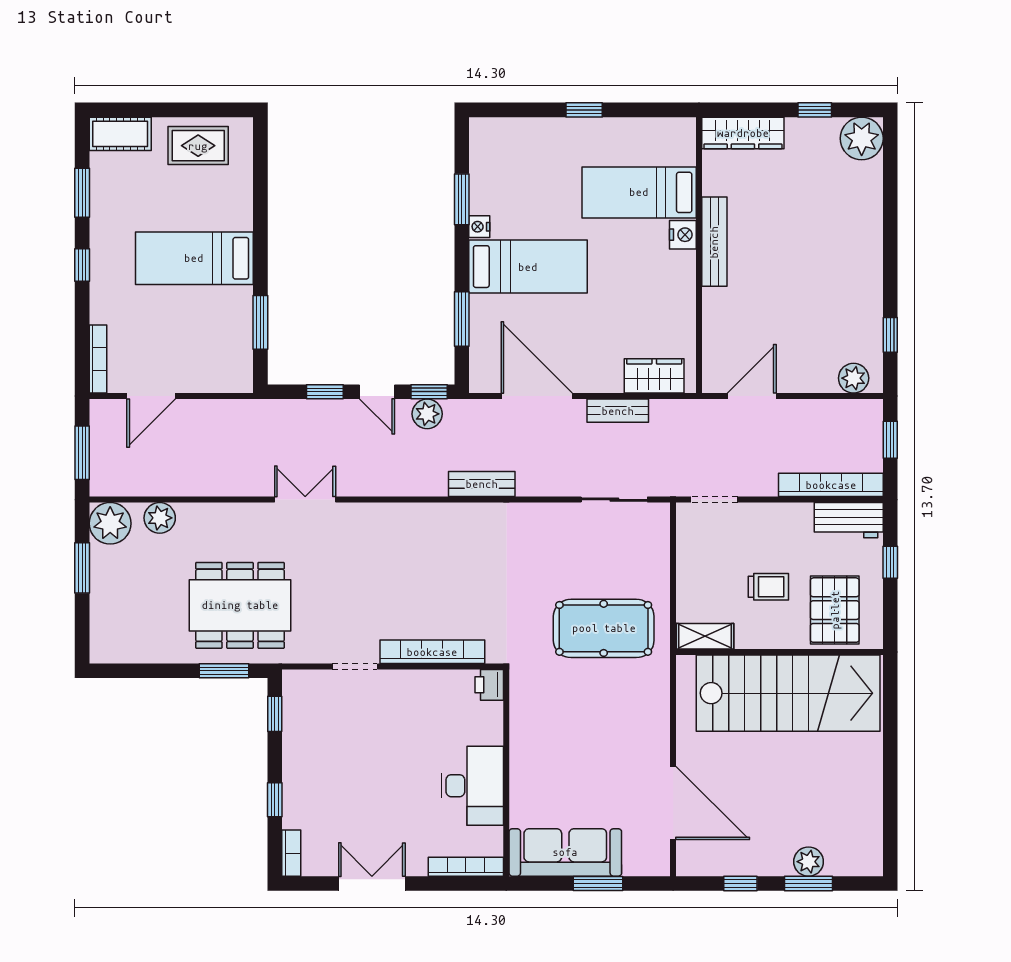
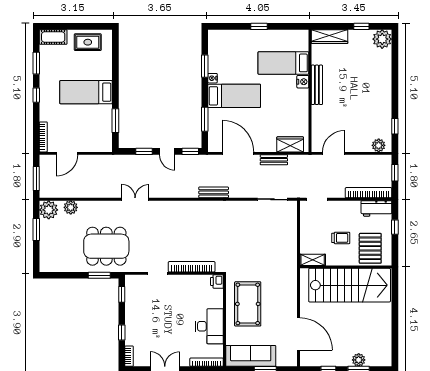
plant: (427, 414) -> (189, 161), removed
pool table: (604, 628) -> (248, 304), moved, turned 90

